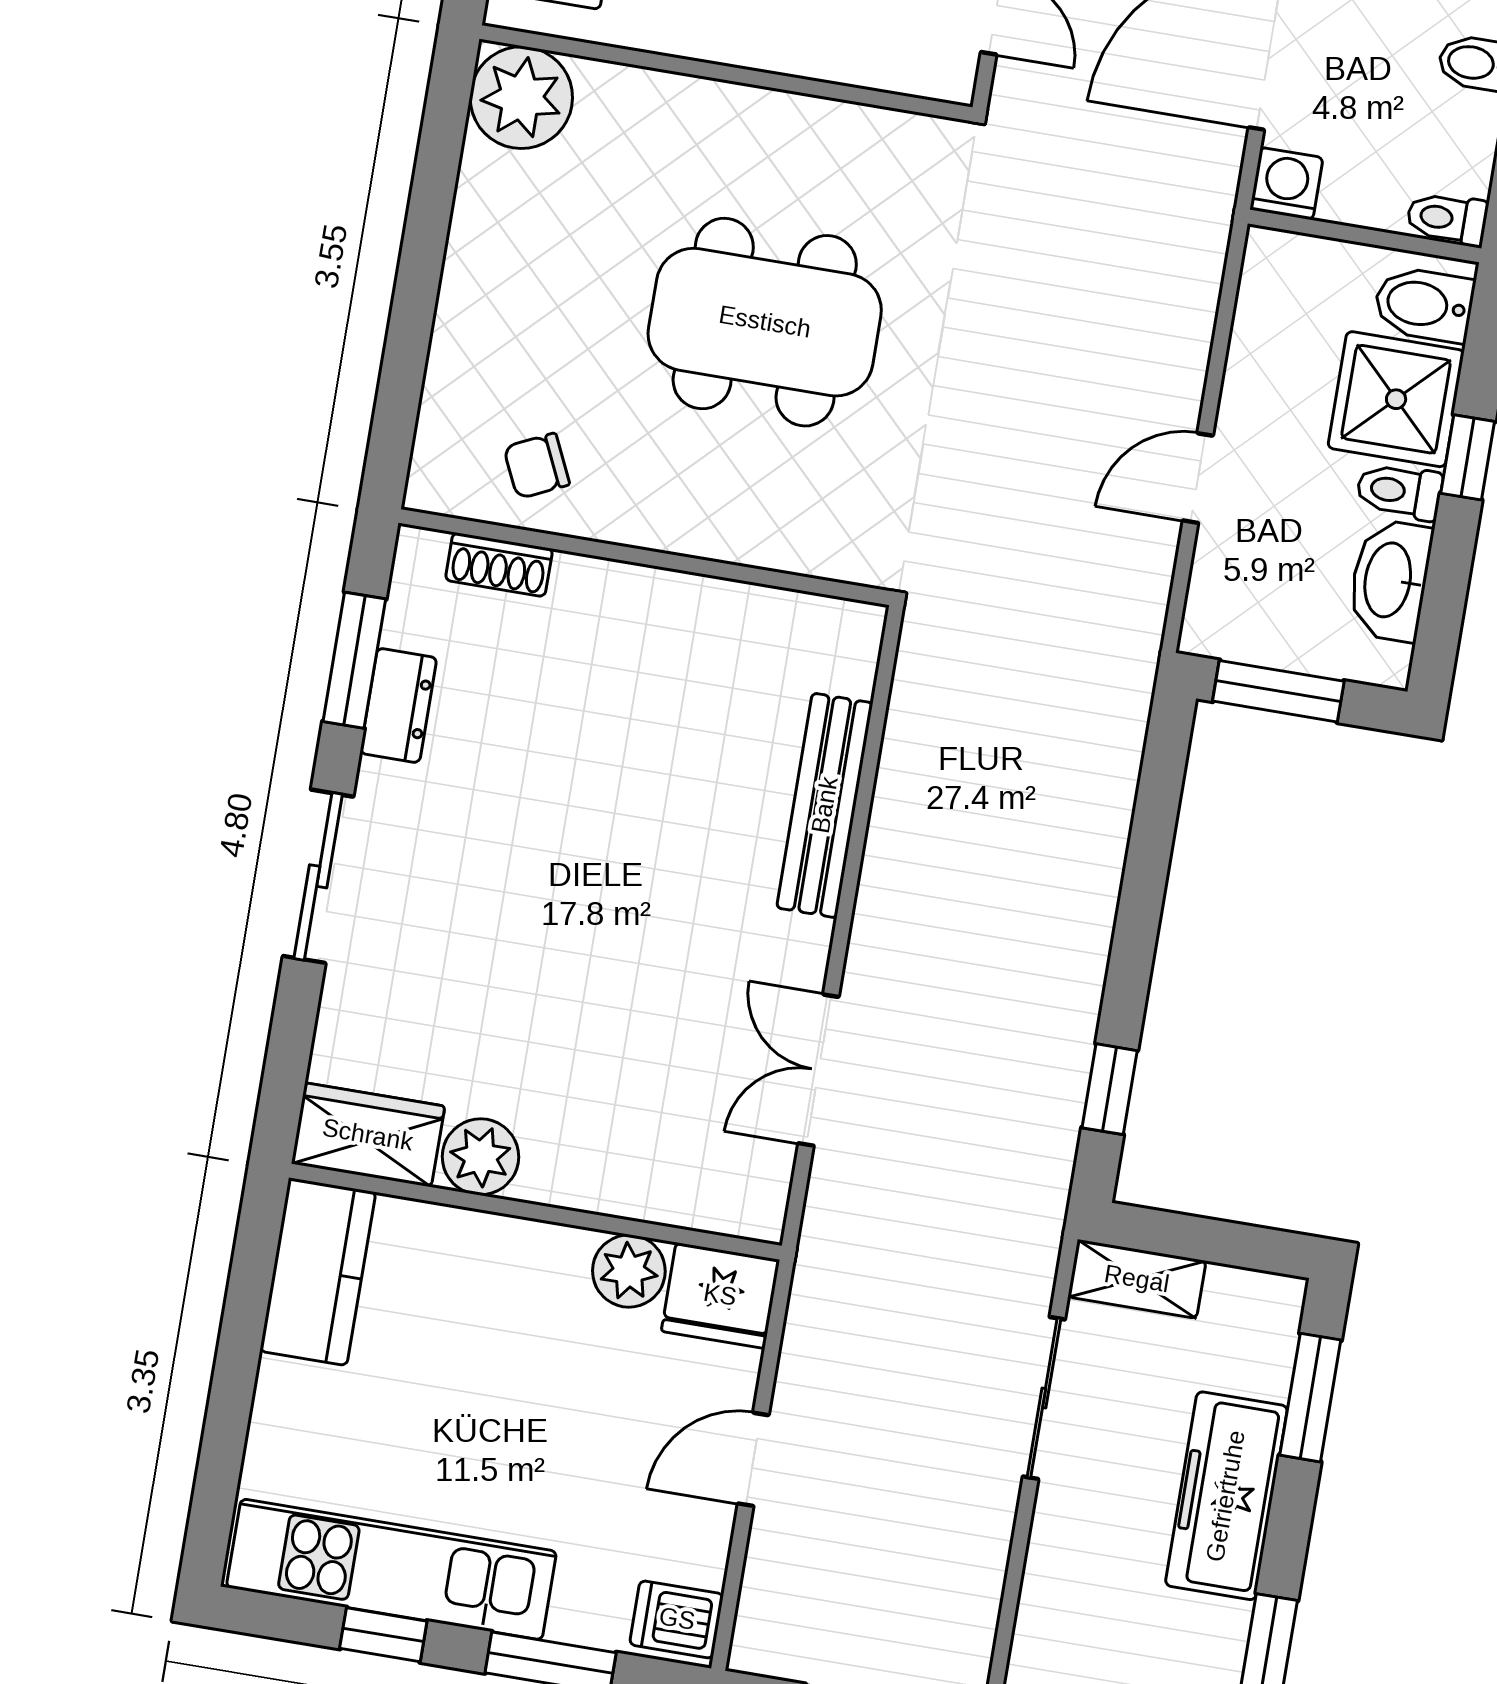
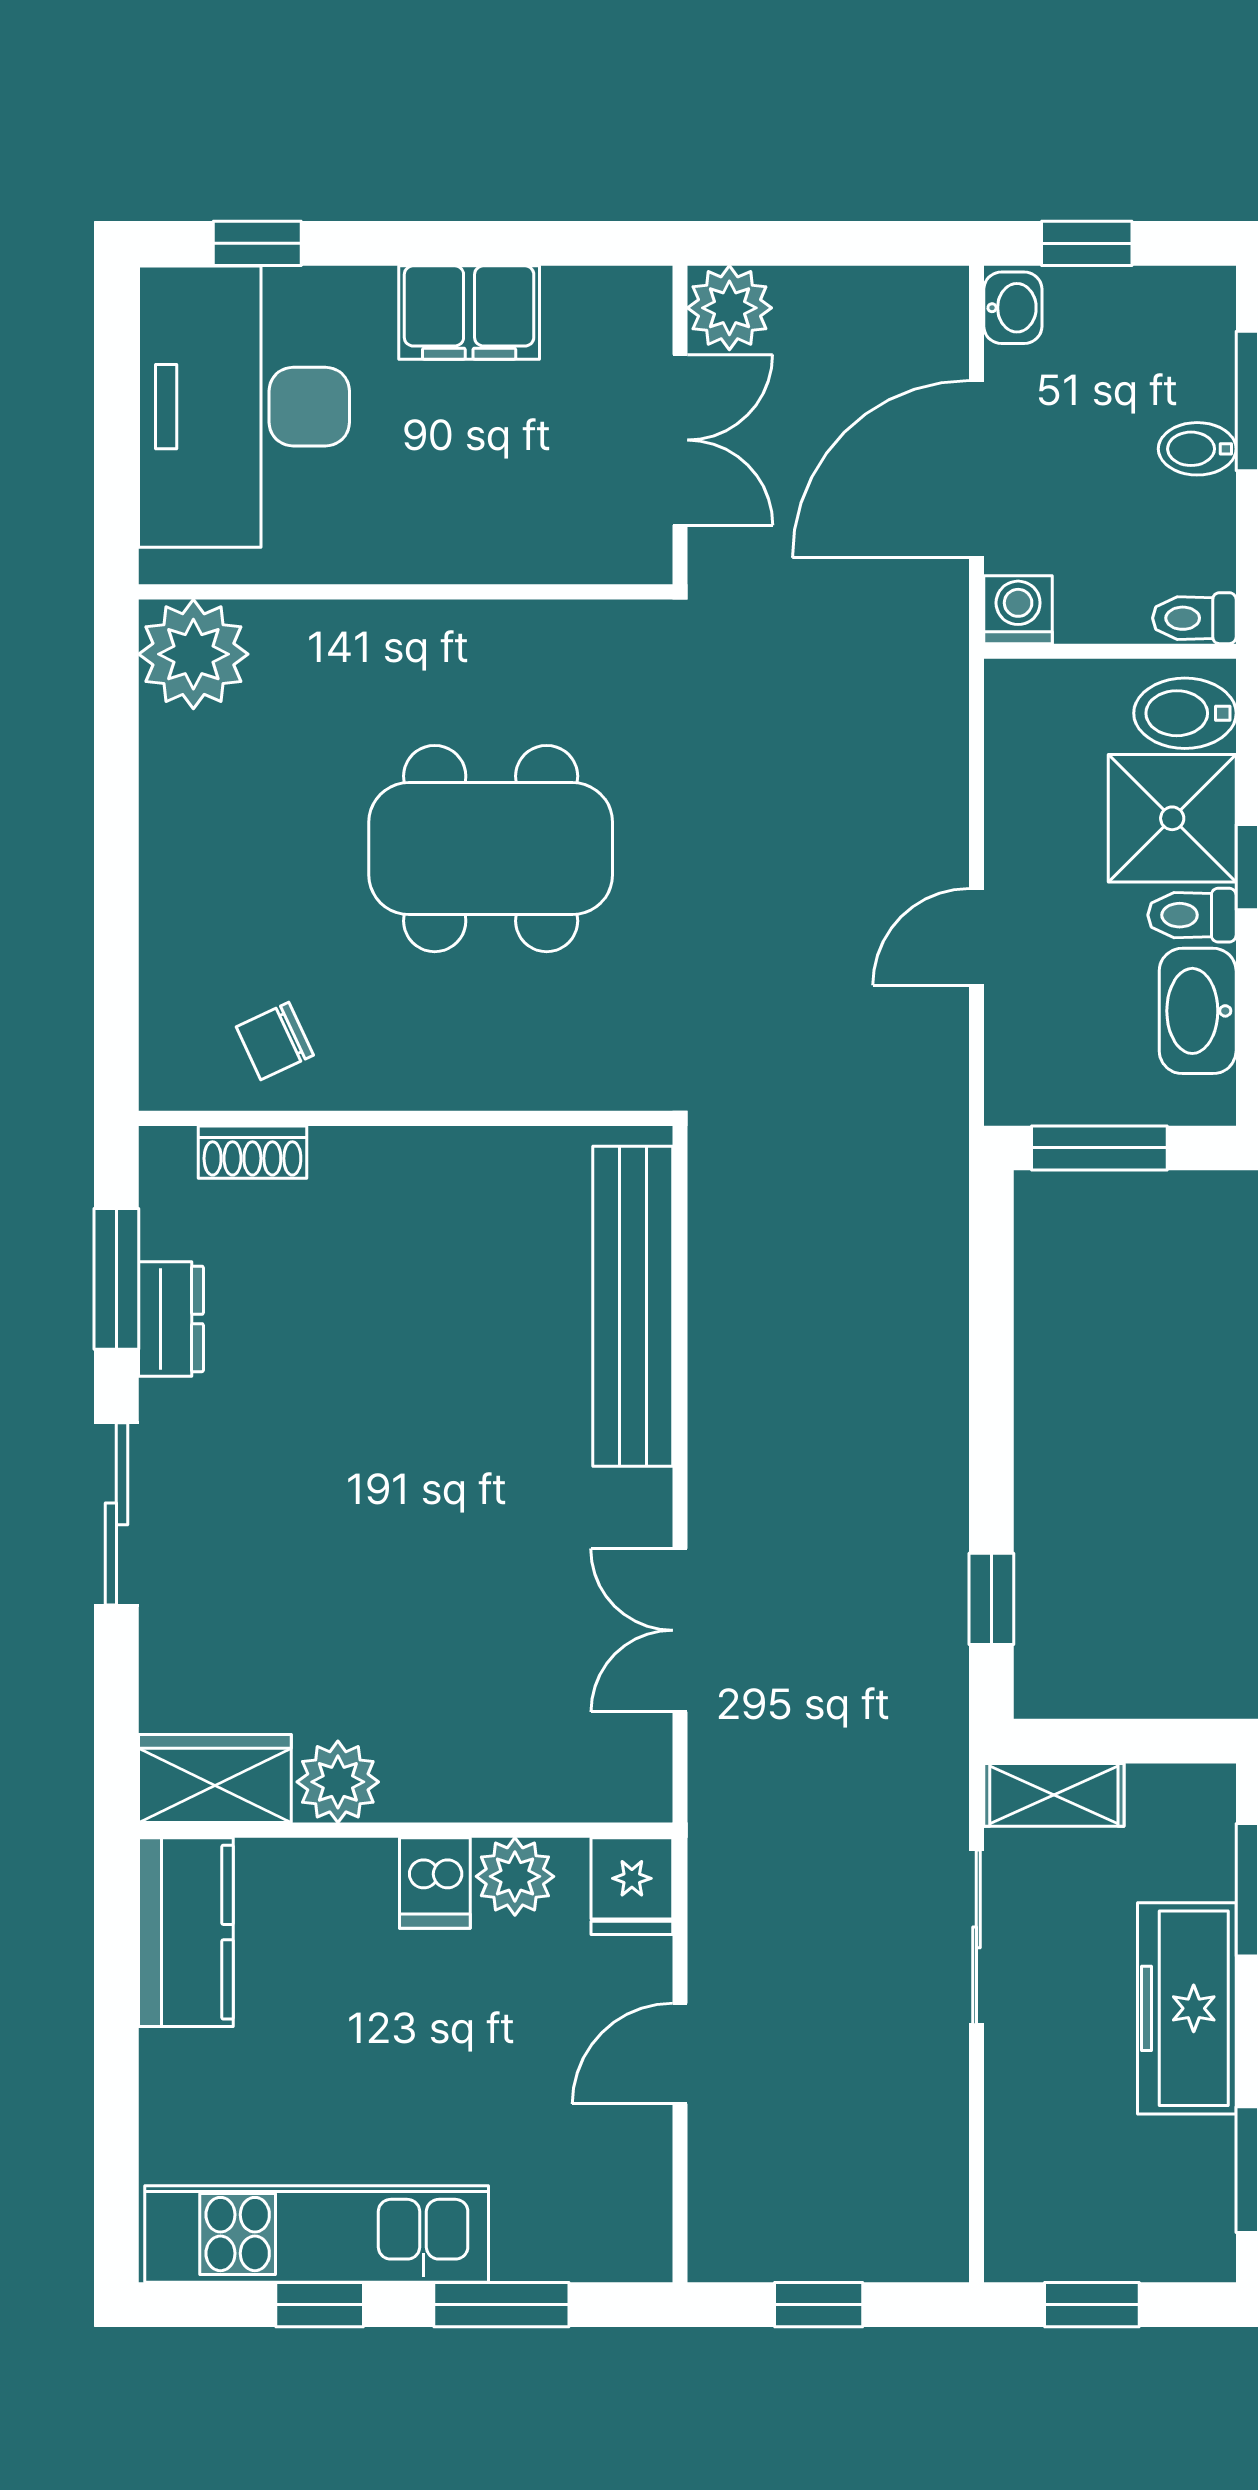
bench: (825, 805) -> (633, 1306), width x1.37, depth x1.21
fridge: (720, 1295) -> (632, 1886), width x0.72
dishwasher: (677, 1619) -> (435, 1883), moved, turned -90

